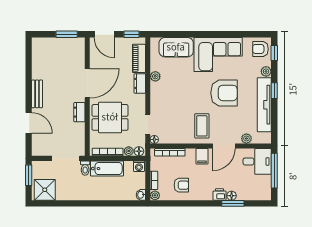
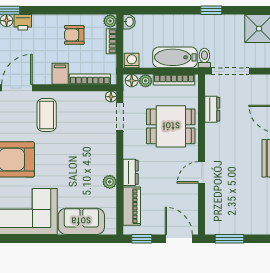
door: (87, 83) -> (202, 173), width x0.53
dresser: (79, 112) -> (212, 109), moved
filing cabinet: (202, 156) -> (60, 74), moved
window: (80, 203) -> (211, 10), added

